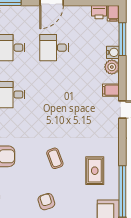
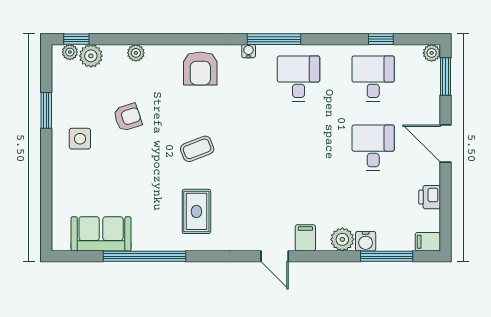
printer: (99, 12) -> (430, 197), moved
rug: (95, 171) -> (196, 211), moved, turned 90
armchair: (46, 202) -> (128, 117), moved

